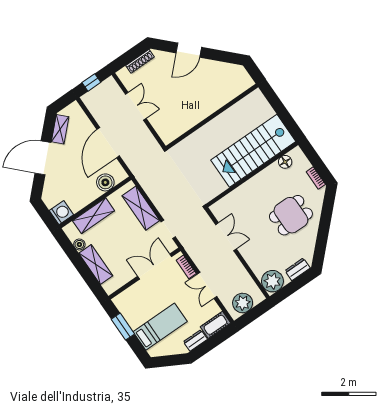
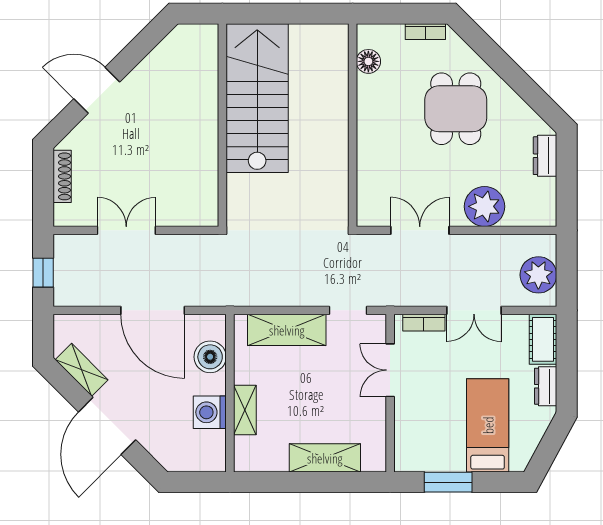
door: (189, 50) -> (97, 90), swing flipped
stairs: (253, 151) -> (257, 98), moved, turned 180
washing machine: (61, 213) -> (210, 412), moved, turned -90
shelving: (94, 216) -> (245, 410), width x0.67, depth x0.75
boiler: (79, 244) -> (277, 462), removed
double door: (155, 266) -> (390, 370), width x0.73
plant: (272, 281) -> (485, 206), moved

